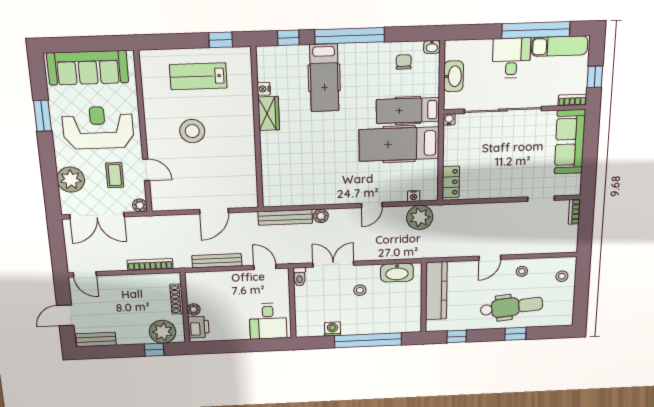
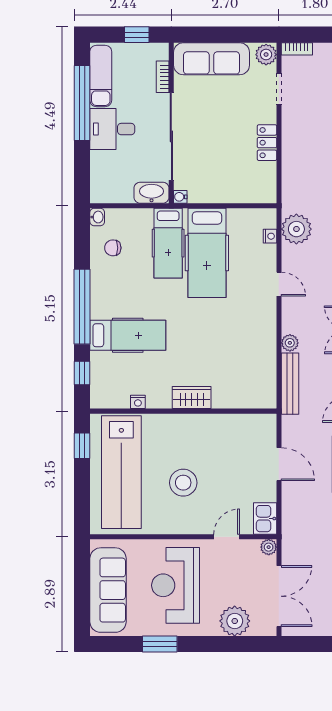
lab bench: (198, 76) -> (121, 472), width x1.86, depth x1.39
washbasin: (453, 76) -> (151, 193), moved
bookcase: (572, 100) -> (163, 77), moved
wardrobe: (269, 113) -> (192, 398), moved
coffee table: (115, 175) -> (231, 572), removed
locker: (451, 182) -> (267, 143), moved, turned -90
plant: (571, 187) -> (266, 55), added
kitchen sink: (165, 202) -> (265, 519), added

